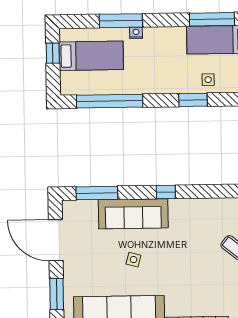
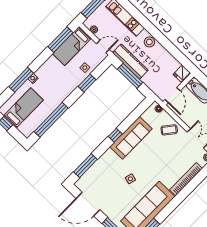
sofa: (133, 214) -> (131, 138), moved

